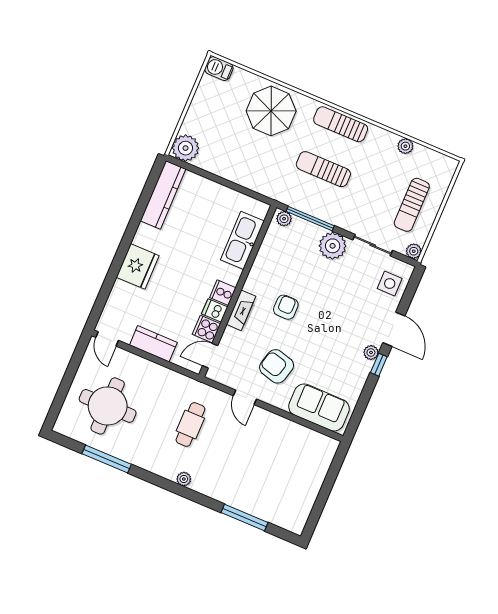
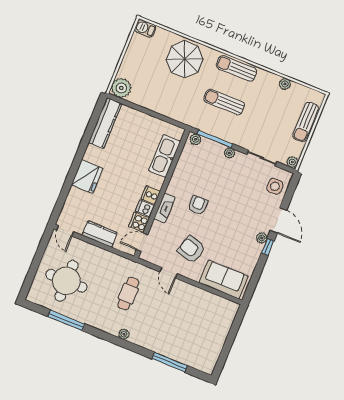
sun lounger: (412, 205) -> (306, 122), moved
plant: (333, 246) -> (229, 153), width x0.53, depth x0.53

